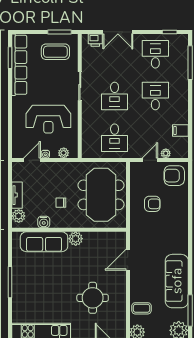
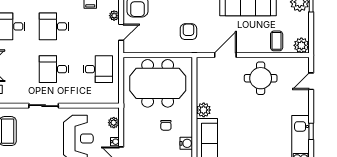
desk: (115, 96) -> (54, 69), turned 180
door: (150, 160) -> (121, 32), swing flipped
armchair: (152, 204) -> (188, 32), moved
door: (128, 260) -> (225, 55), swing flipped
round table: (93, 298) -> (261, 78), moved

